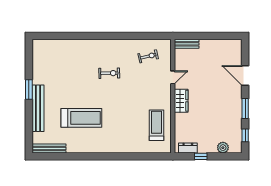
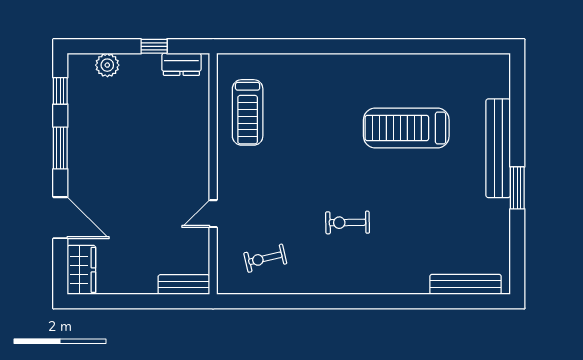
wardrobe: (181, 101) -> (81, 270), moved, turned 180
bench: (49, 149) -> (466, 284), moved

